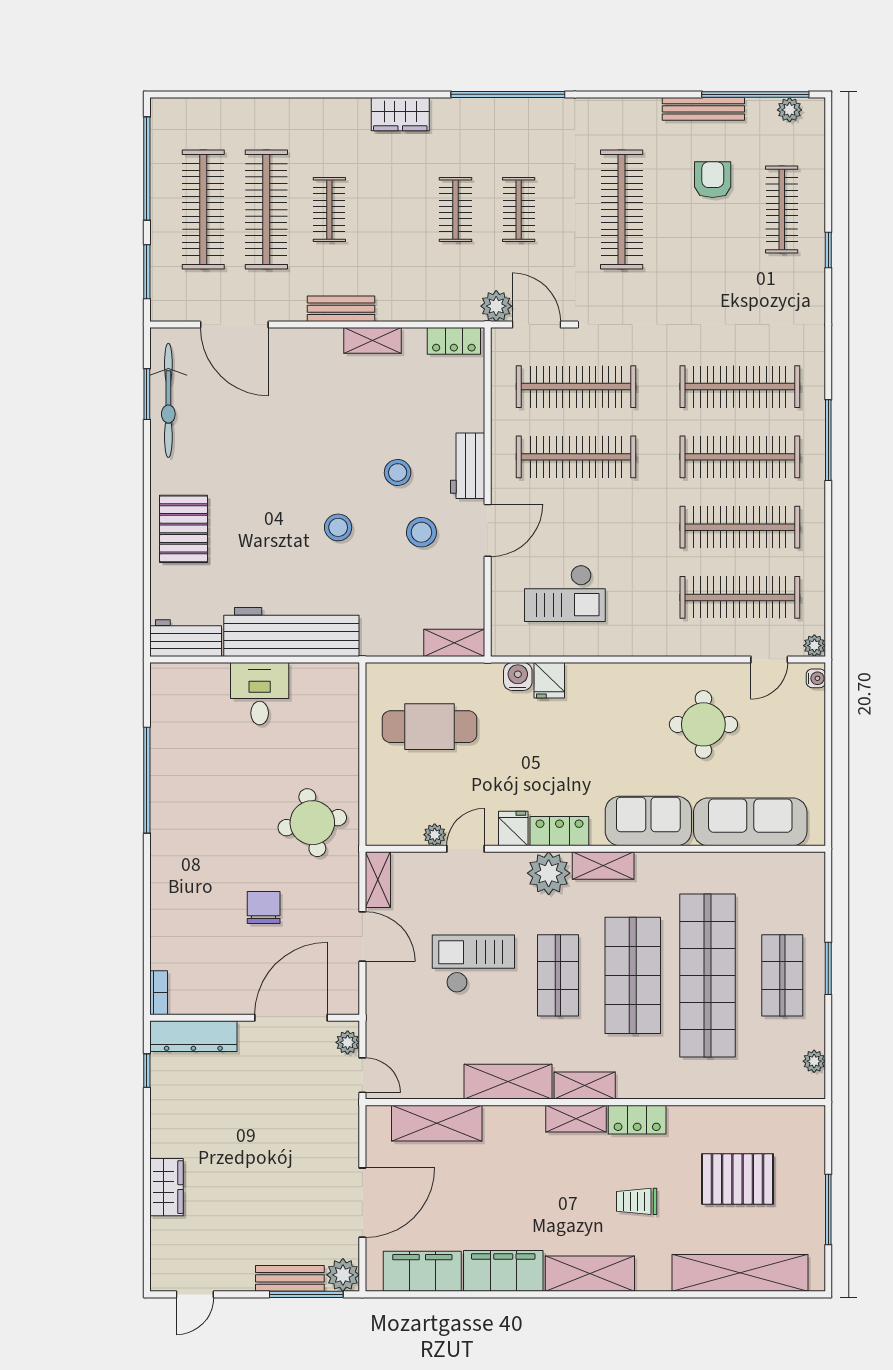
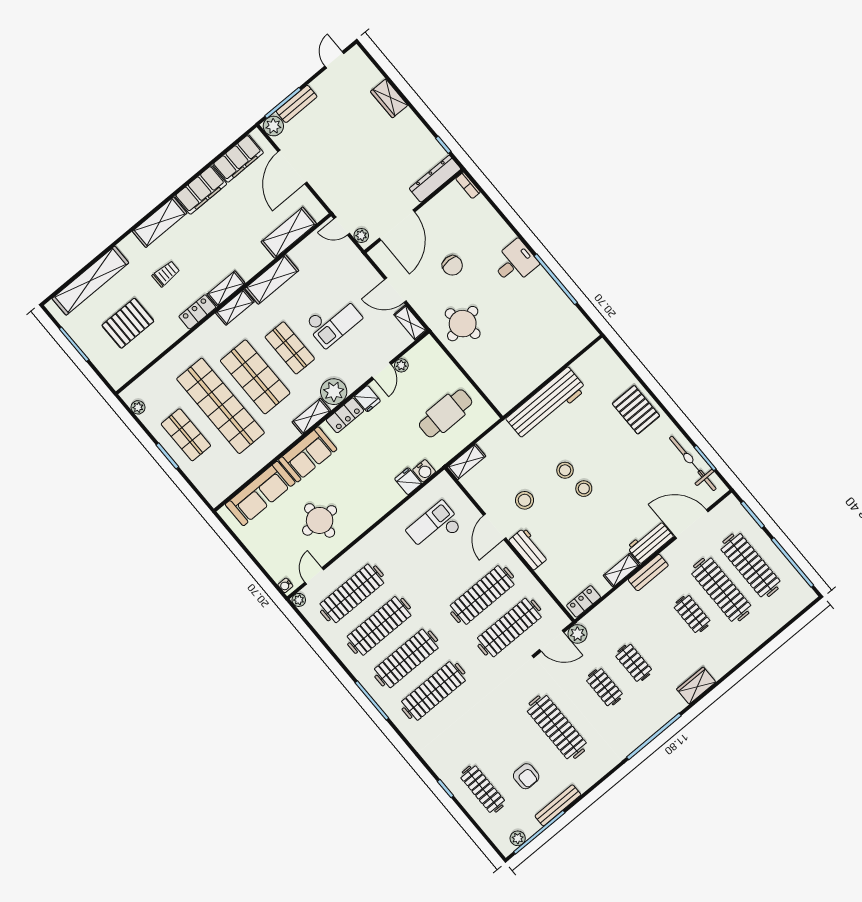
stool: (398, 473) -> (584, 489), moved
workbench: (186, 638) -> (650, 542), moved, turned 180
desk: (260, 694) -> (515, 262), moved, turned -90

